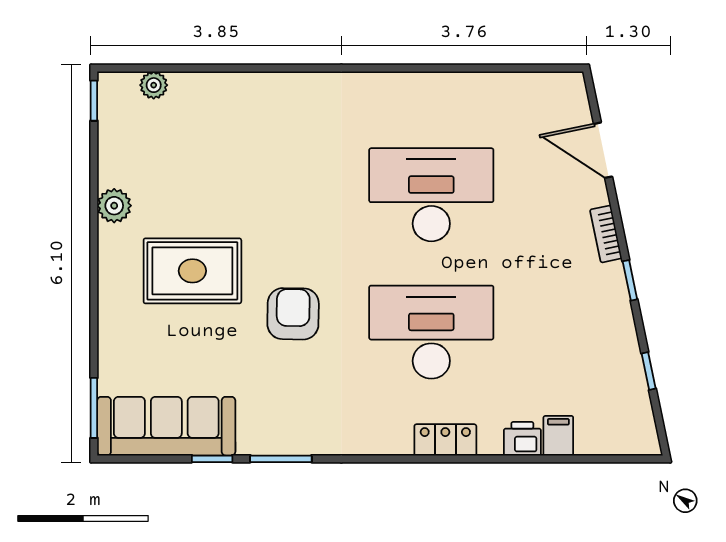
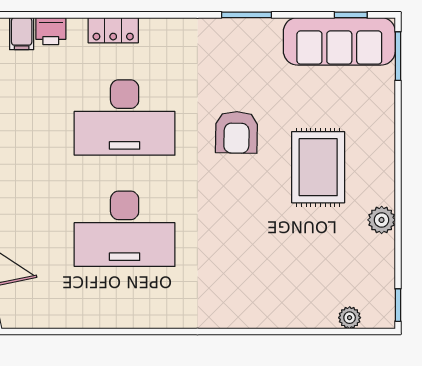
rug: (192, 271) -> (318, 167), turned 90
window: (212, 459) -> (351, 15), moved

